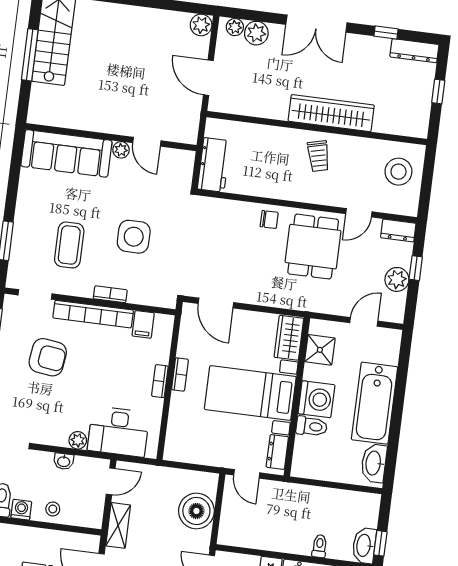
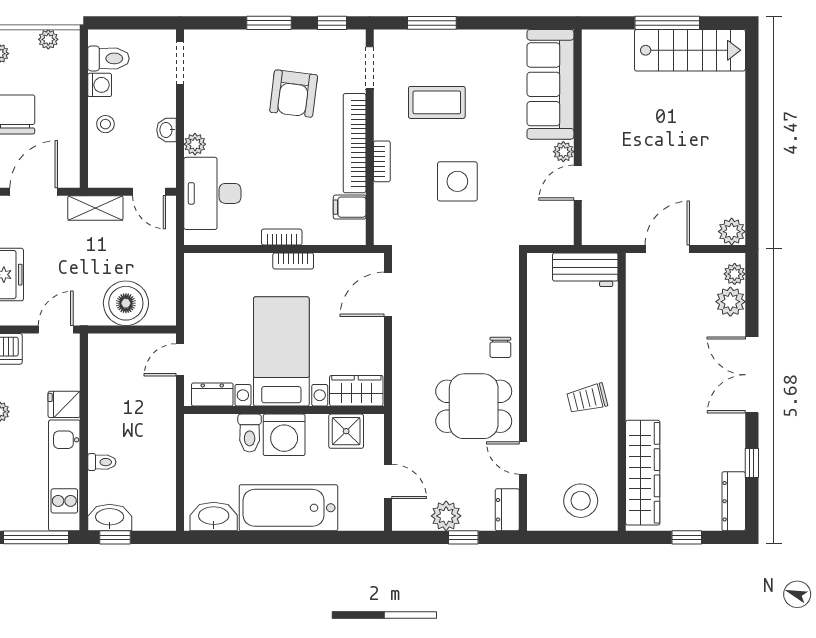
wardrobe: (331, 113) -> (643, 473), moved
workbench: (214, 165) -> (585, 270), moved

